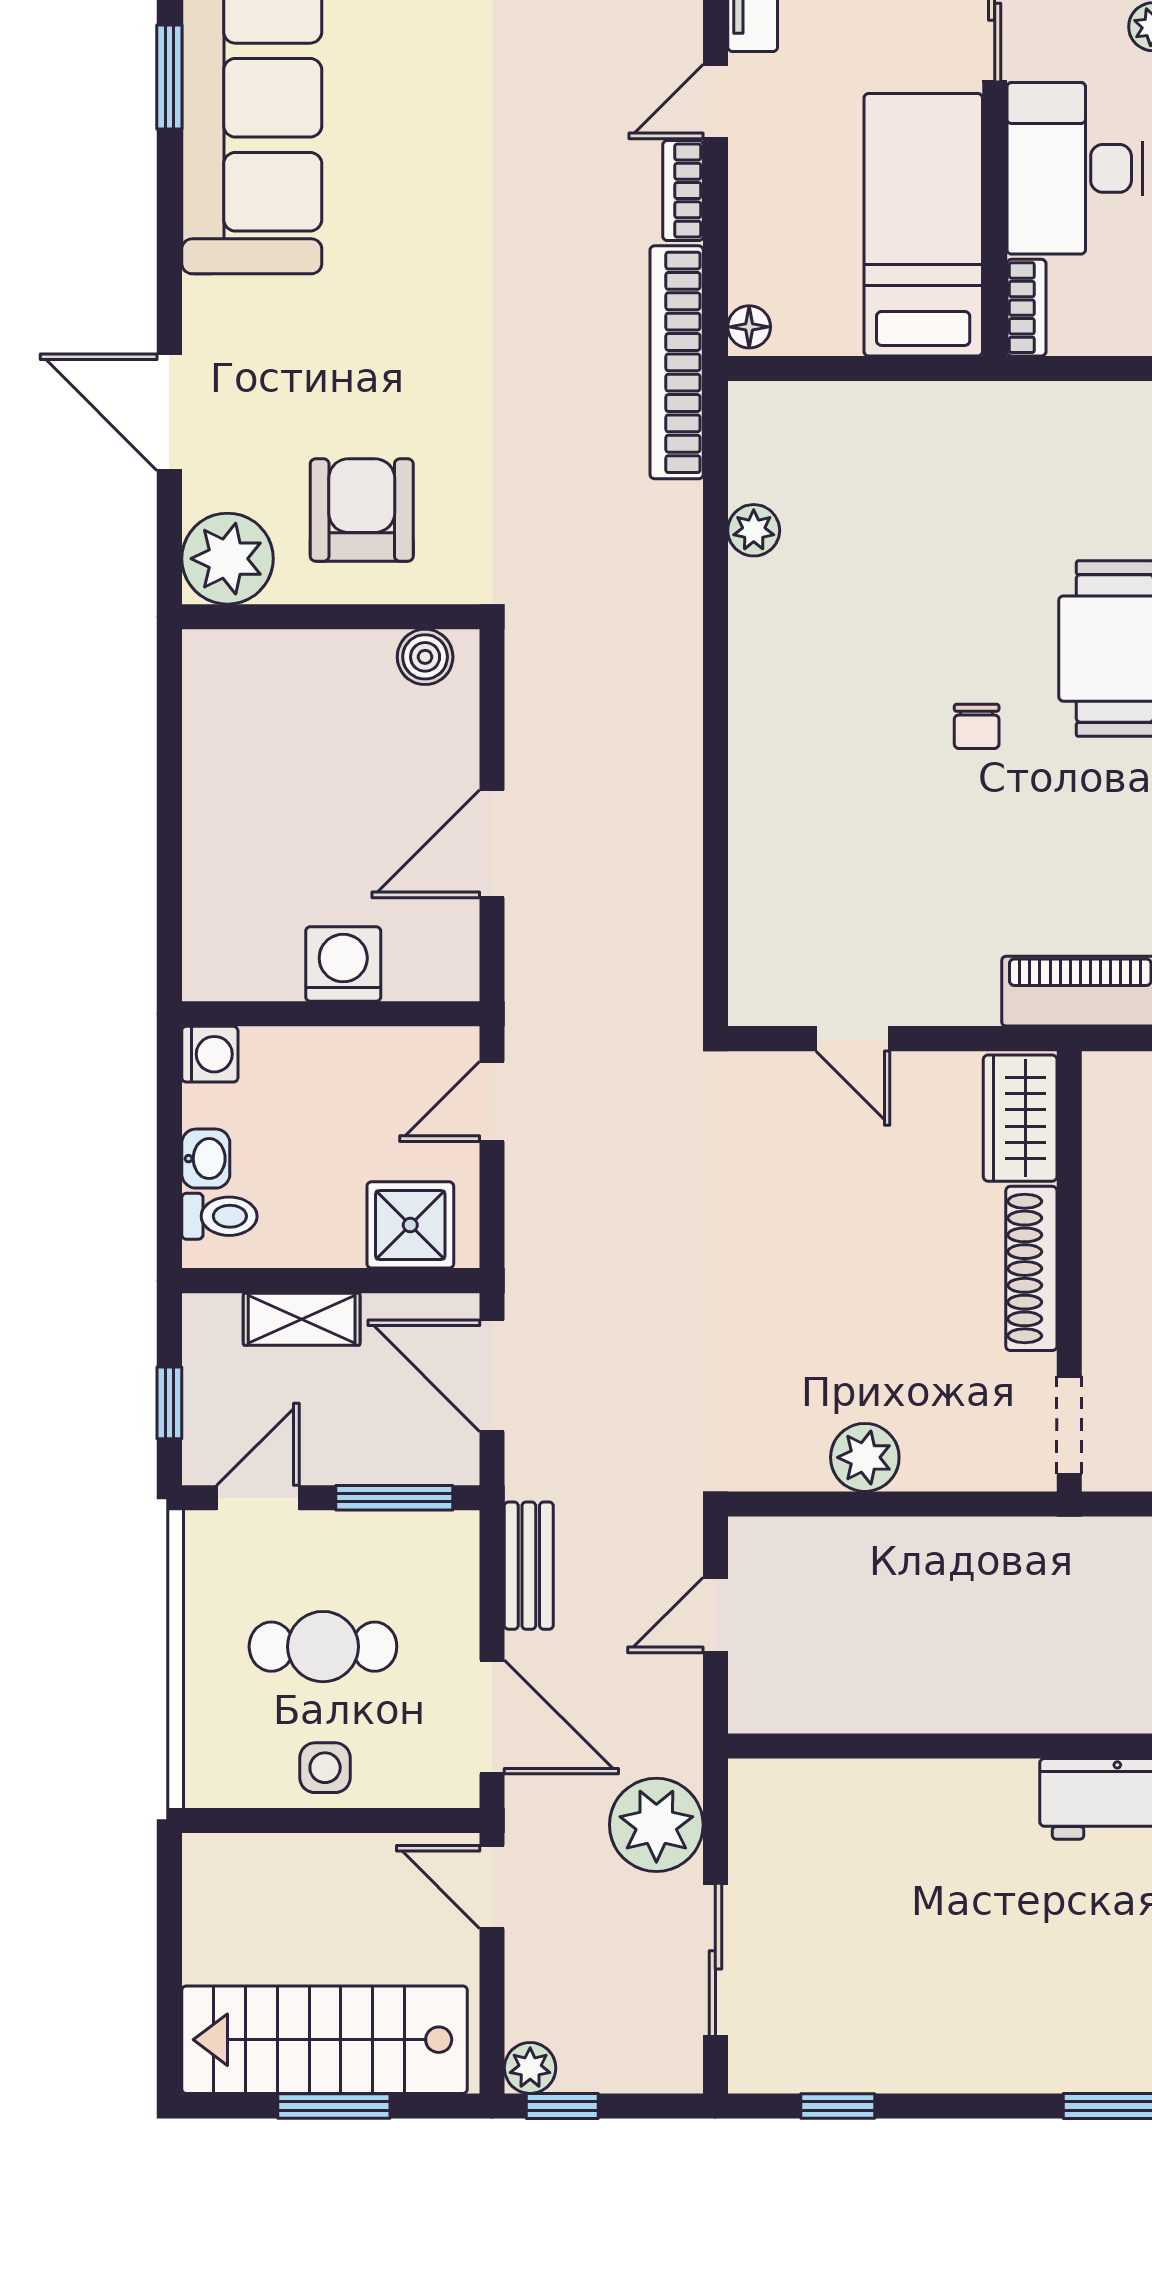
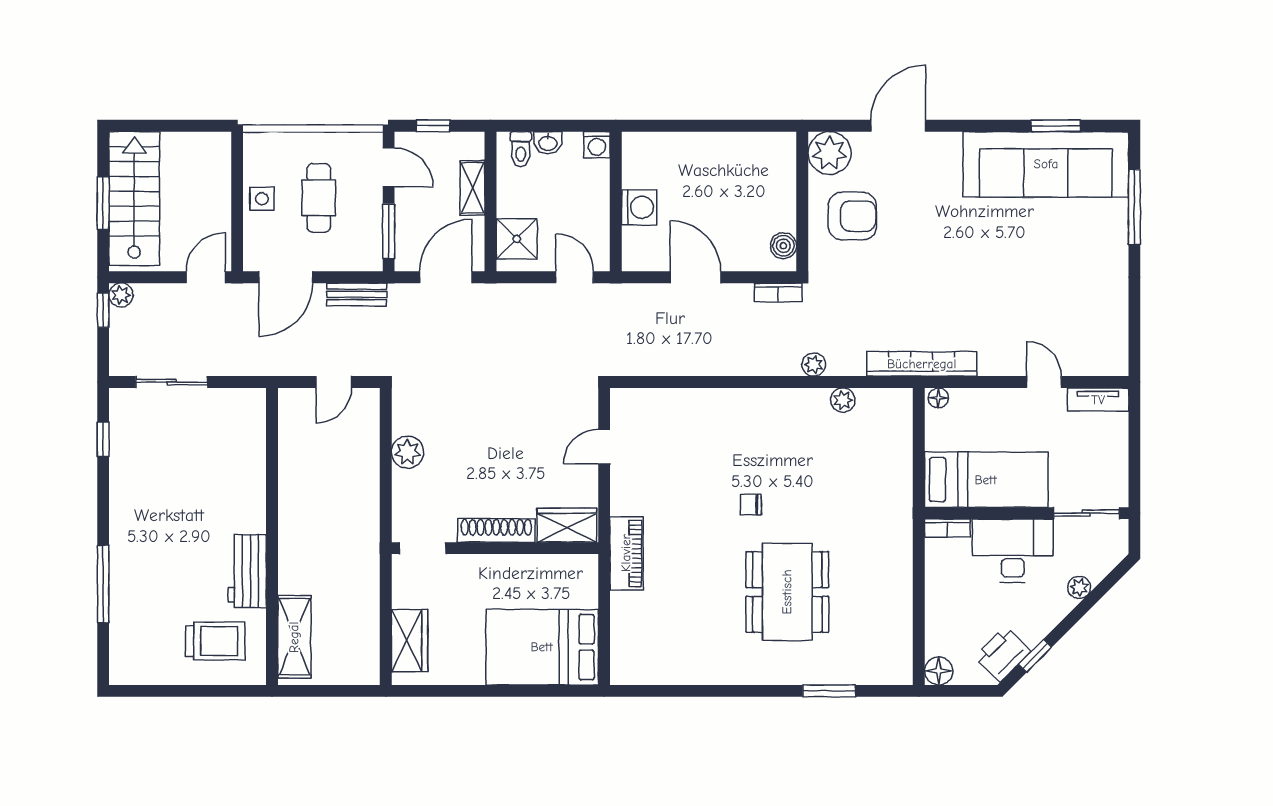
bookcase: (683, 191) -> (778, 292), moved, turned 180
door: (715, 1615) -> (334, 382), swing flipped
plant: (656, 1825) -> (814, 365), moved, width x0.53, depth x0.53

